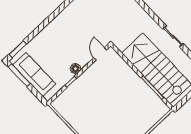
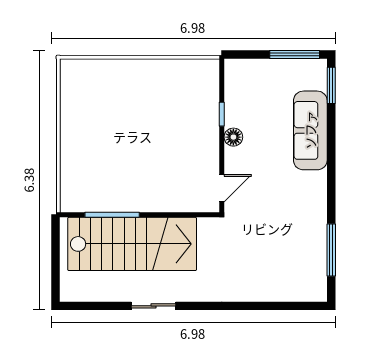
door: (100, 54) -> (222, 188), hinge flipped
sofa: (34, 74) -> (310, 130), moved, turned 90

